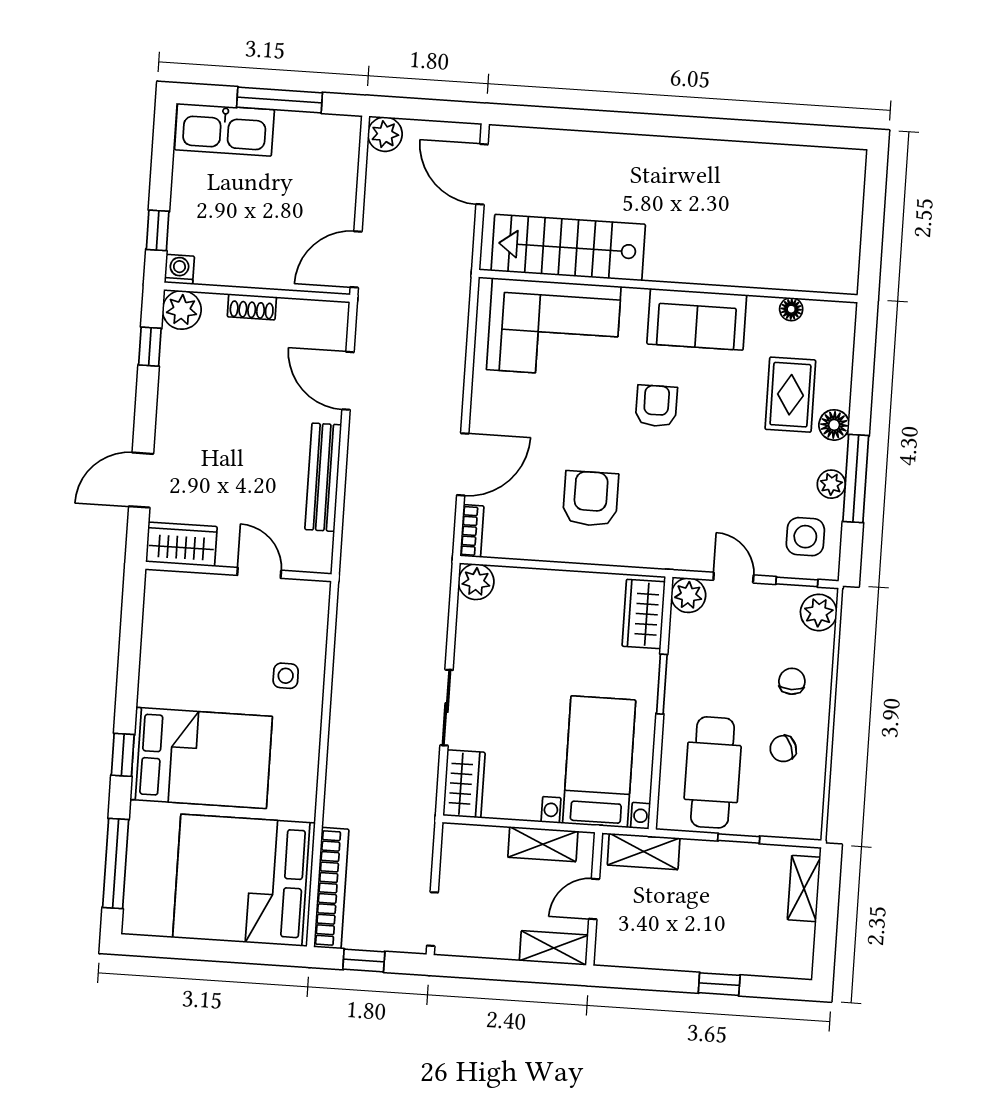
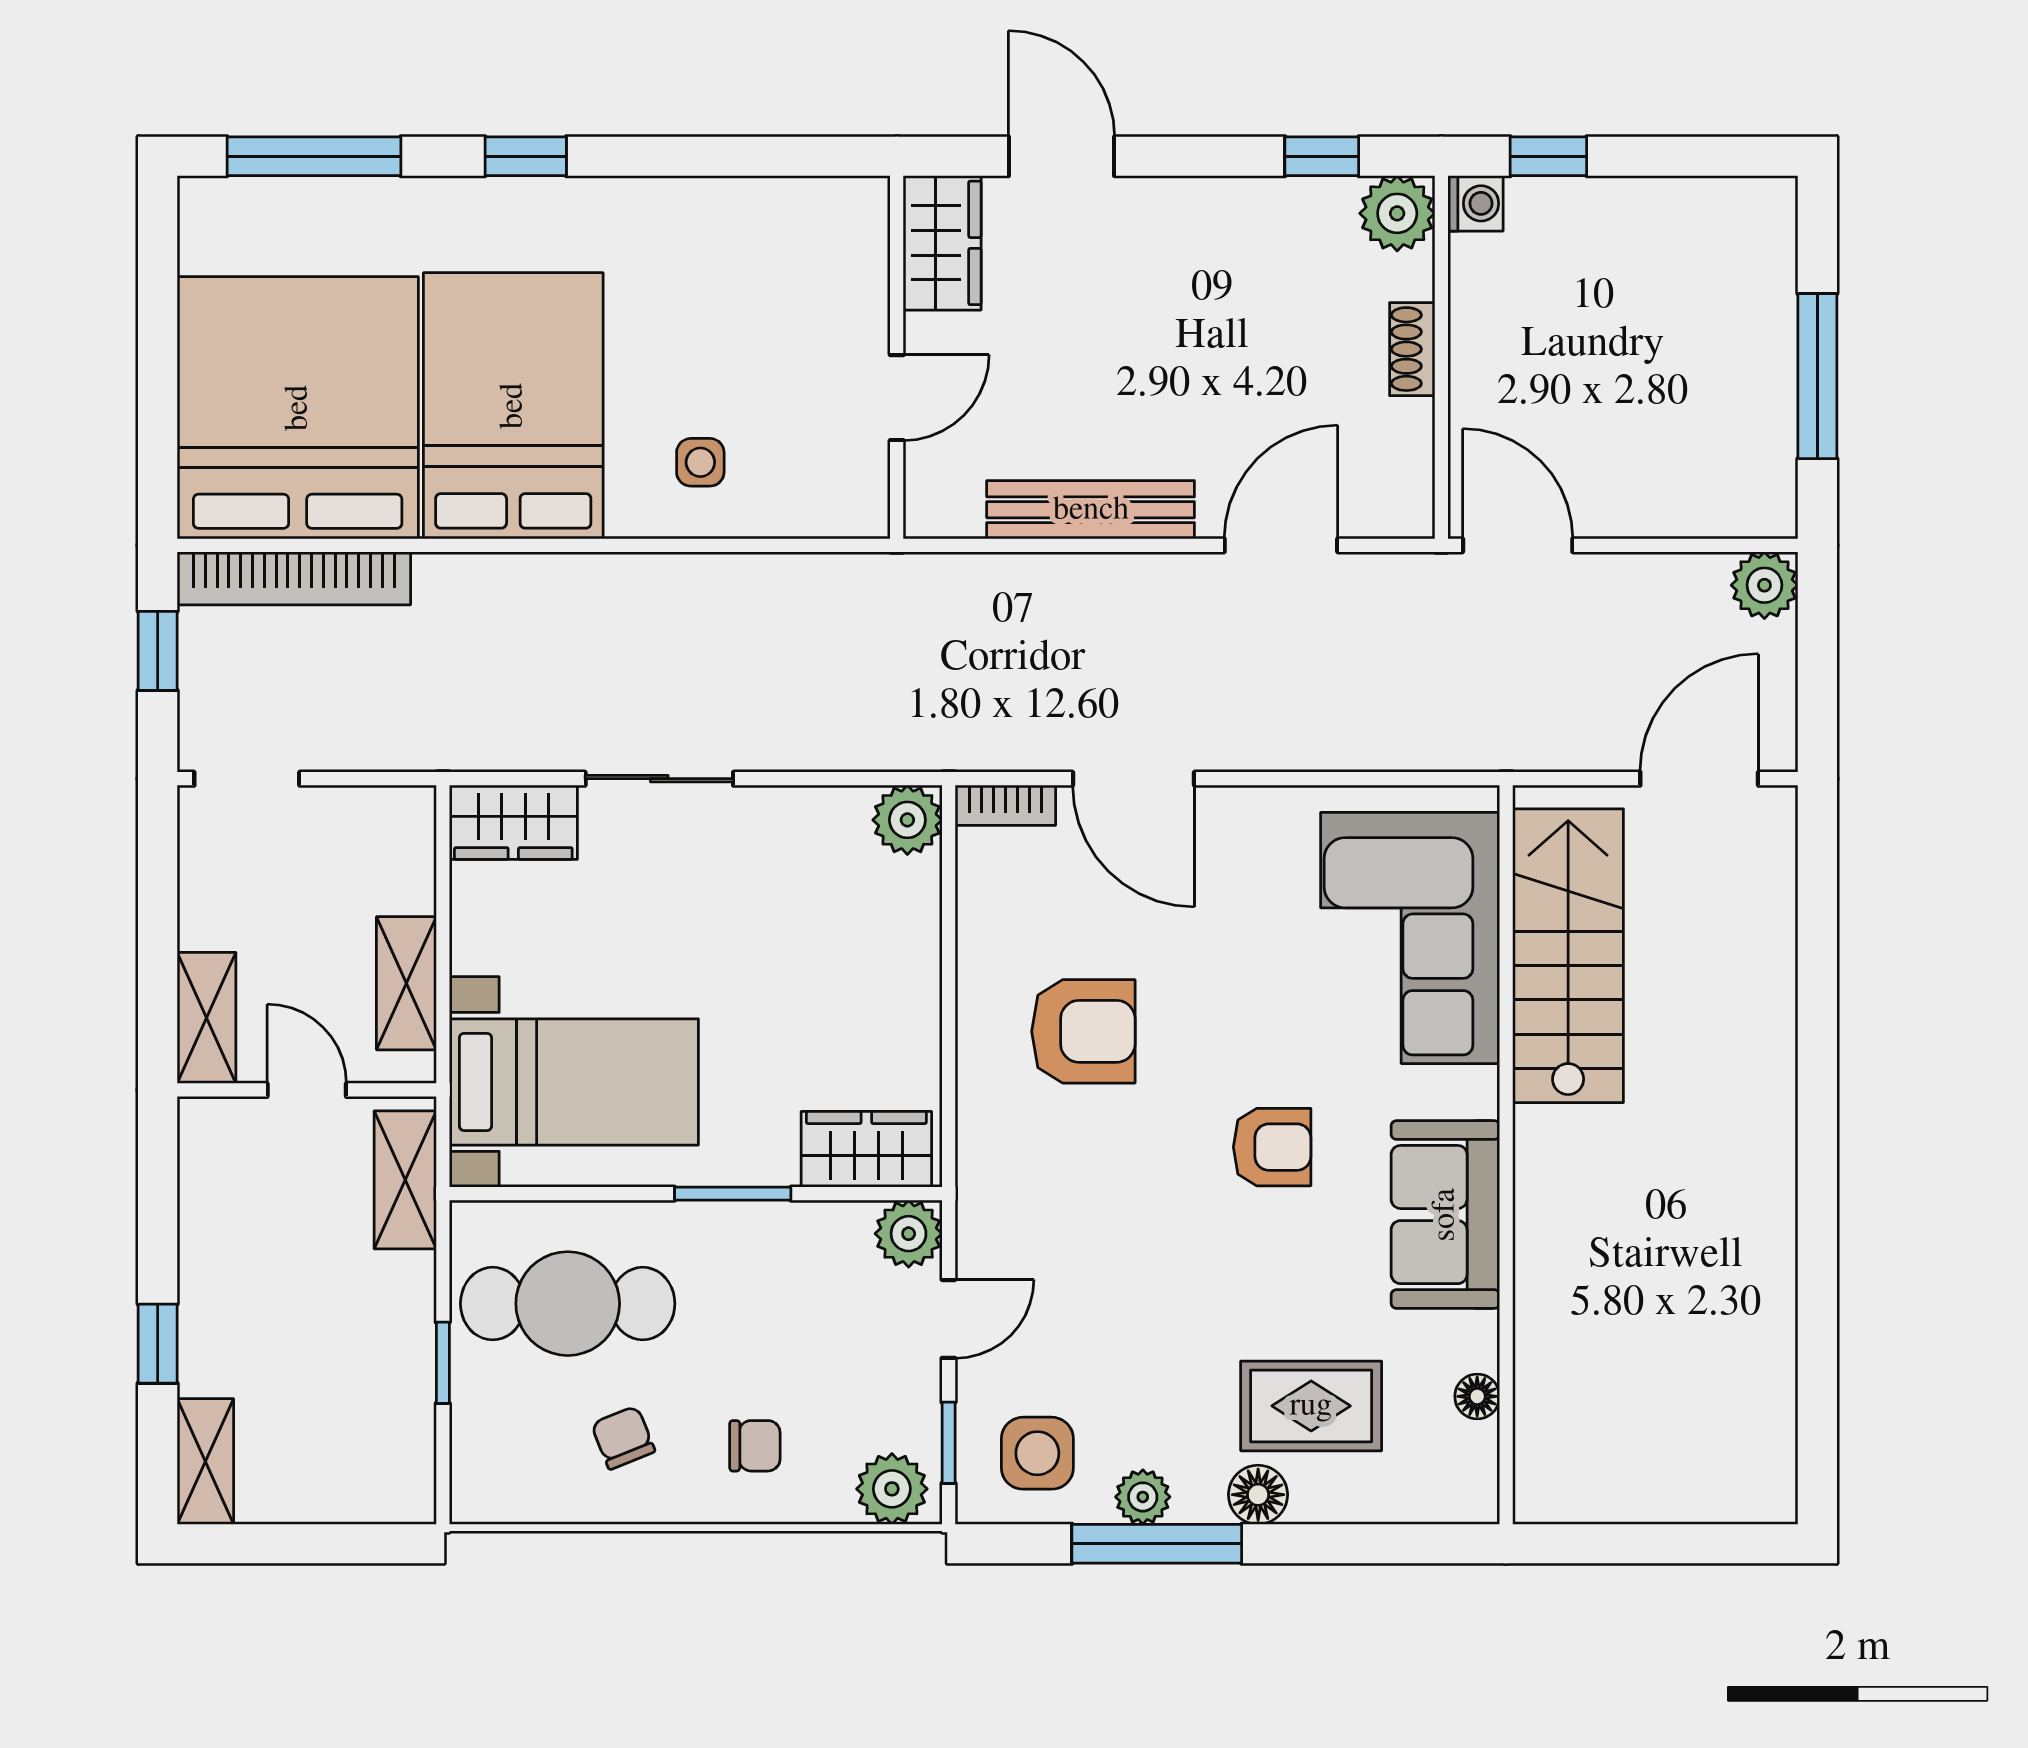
kitchen sink: (224, 130) -> (1753, 273), removed
bed: (201, 758) -> (513, 406), moved, turned 180
shelving: (804, 889) -> (205, 1462), moved, turned 90

